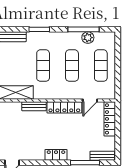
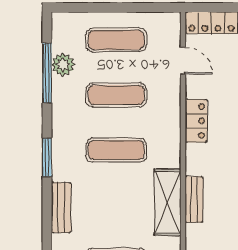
bench: (34, 106) -> (194, 200), moved
locker: (64, 107) -> (196, 121), width x0.66

